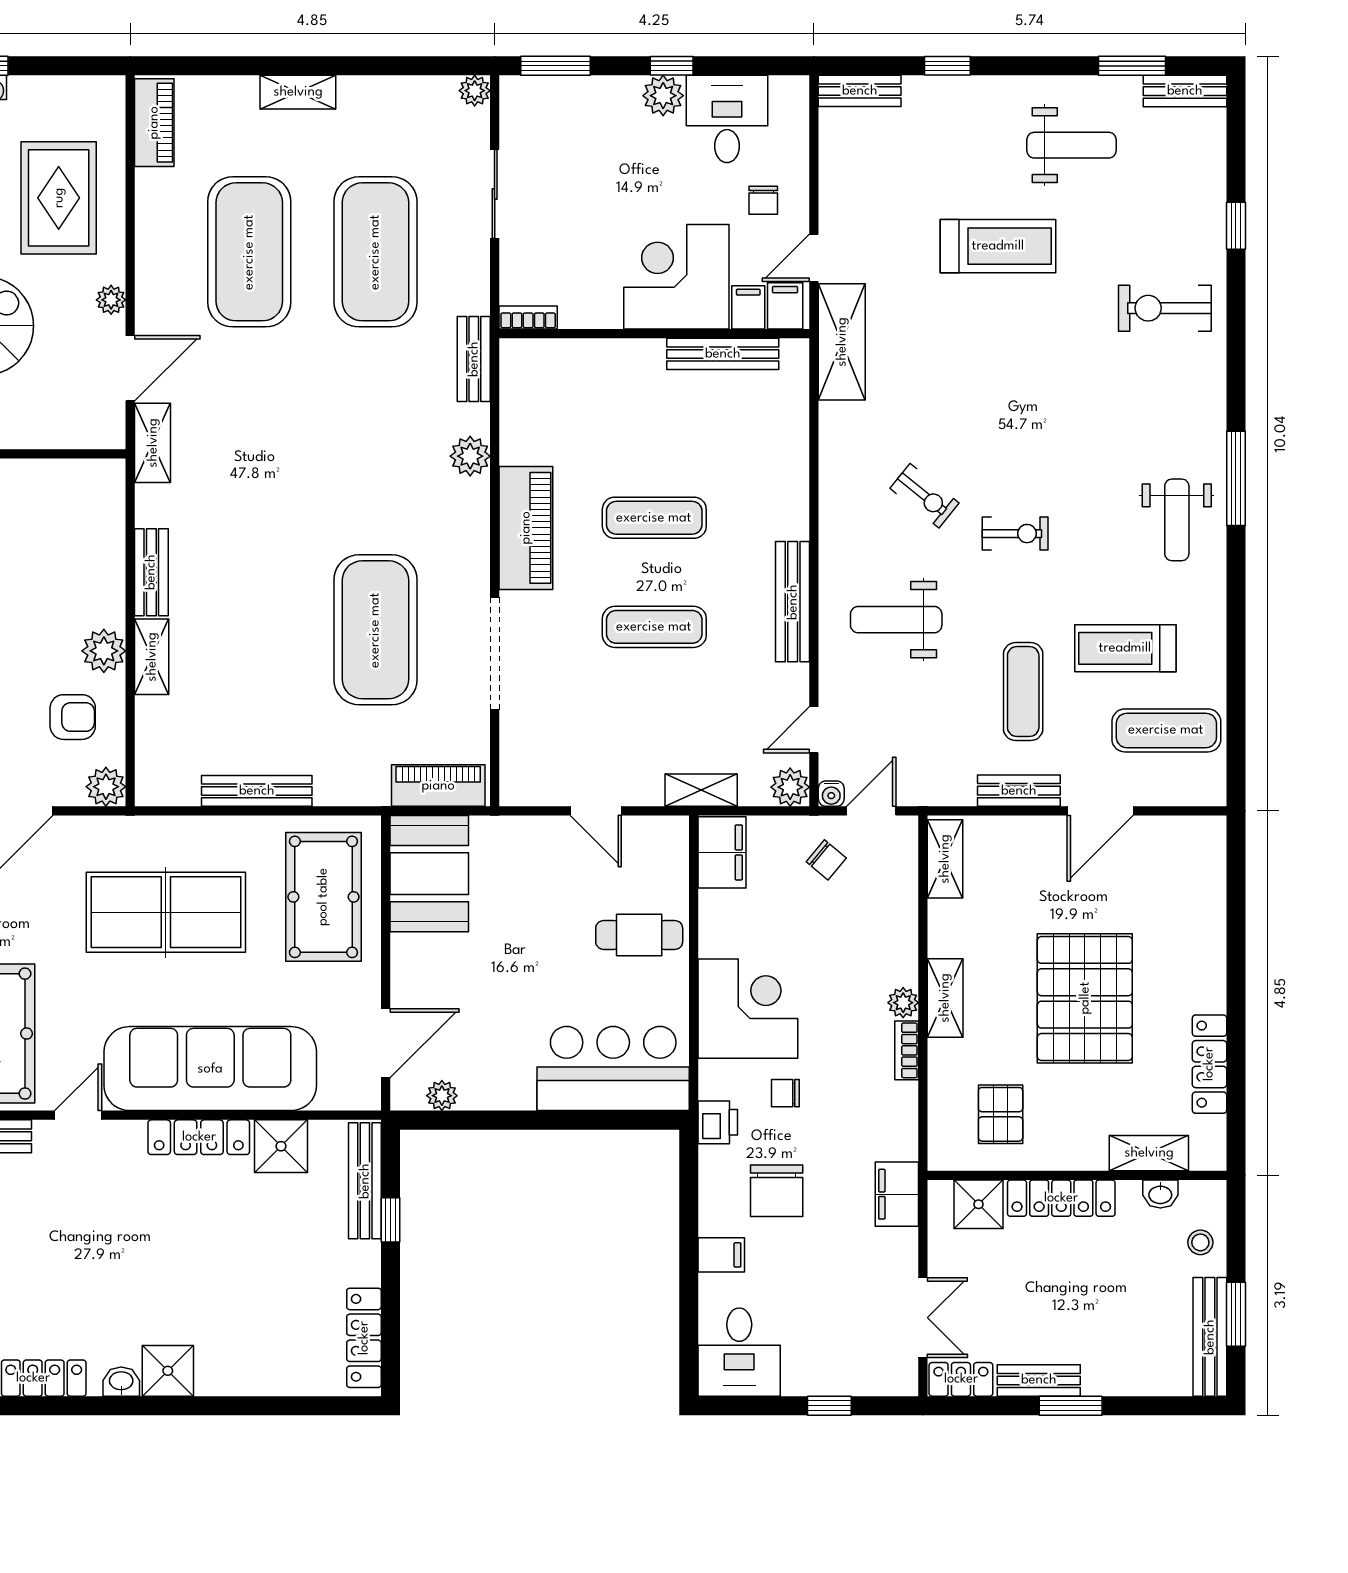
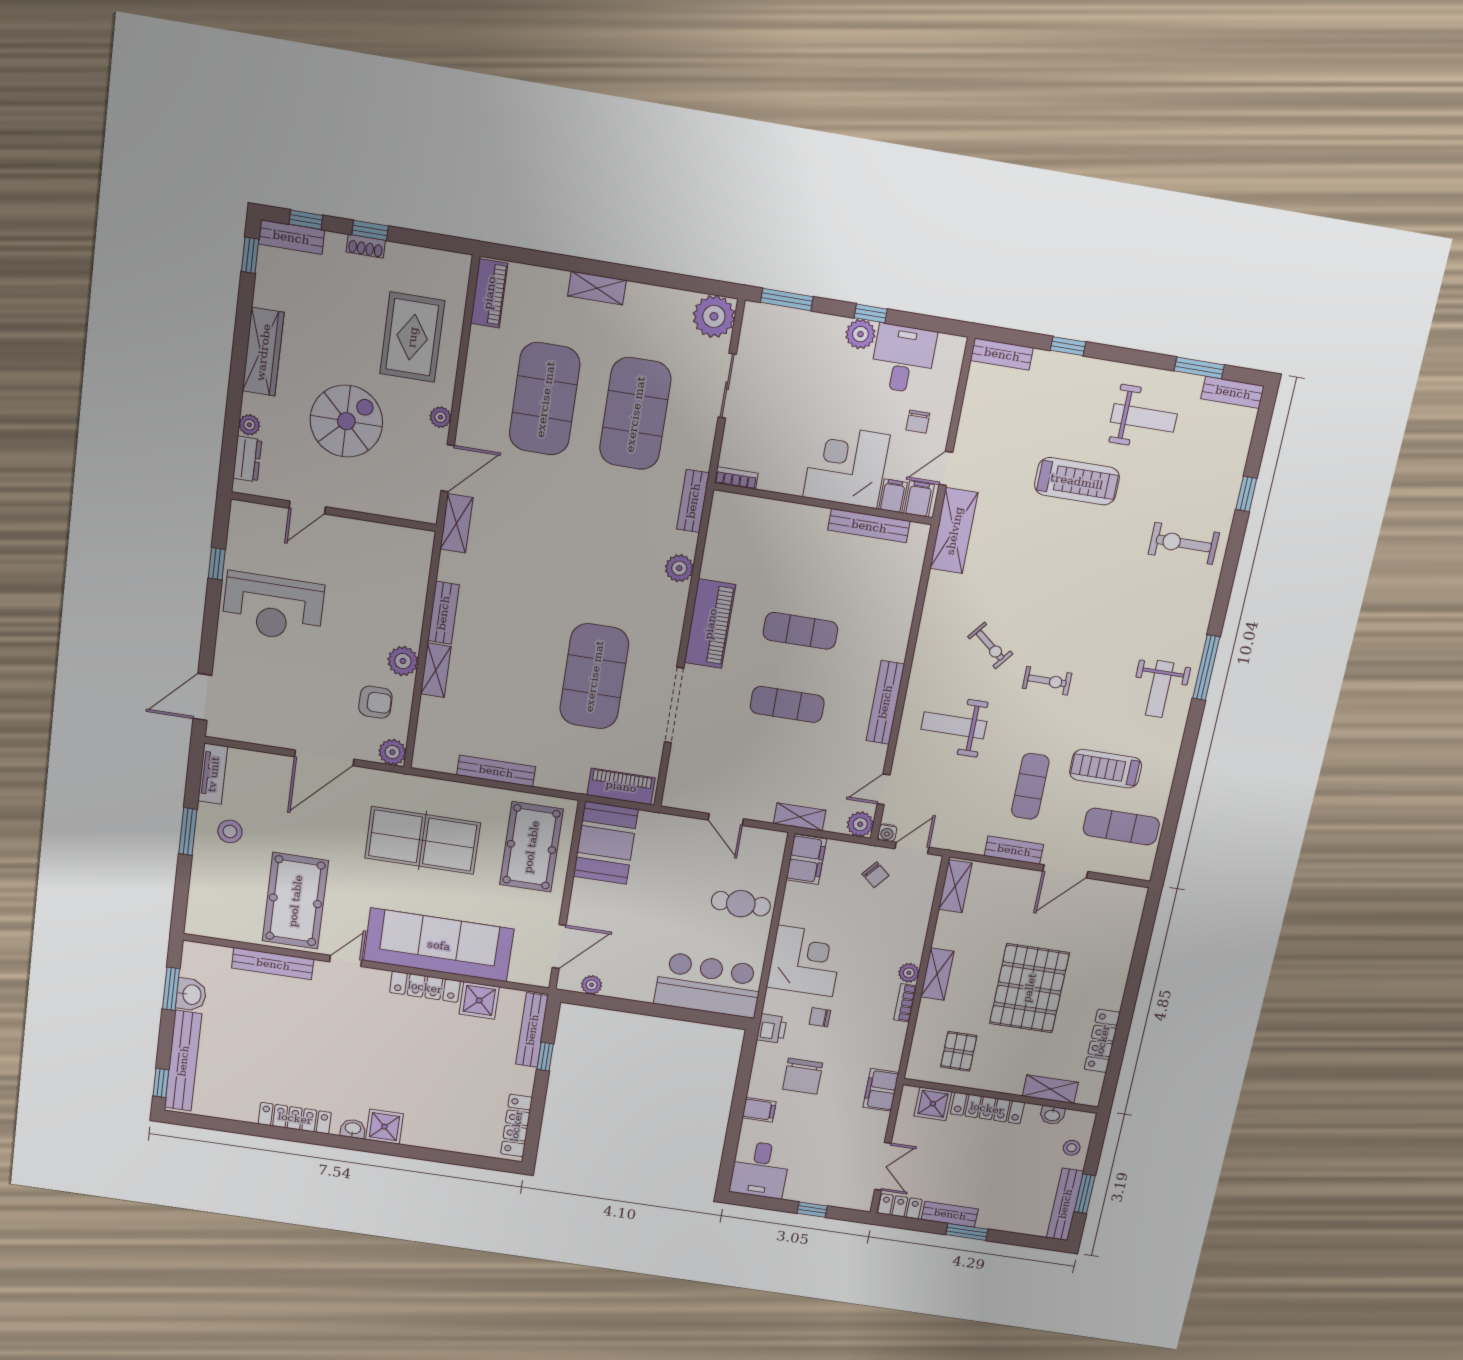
plant: (475, 91) -> (714, 316), width x1.88, depth x1.88

